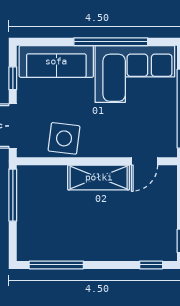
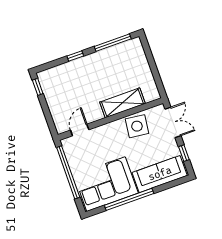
shelving: (99, 177) -> (122, 103), moved
window: (13, 195) -> (157, 78), removed
window: (151, 265) -> (75, 56), moved

